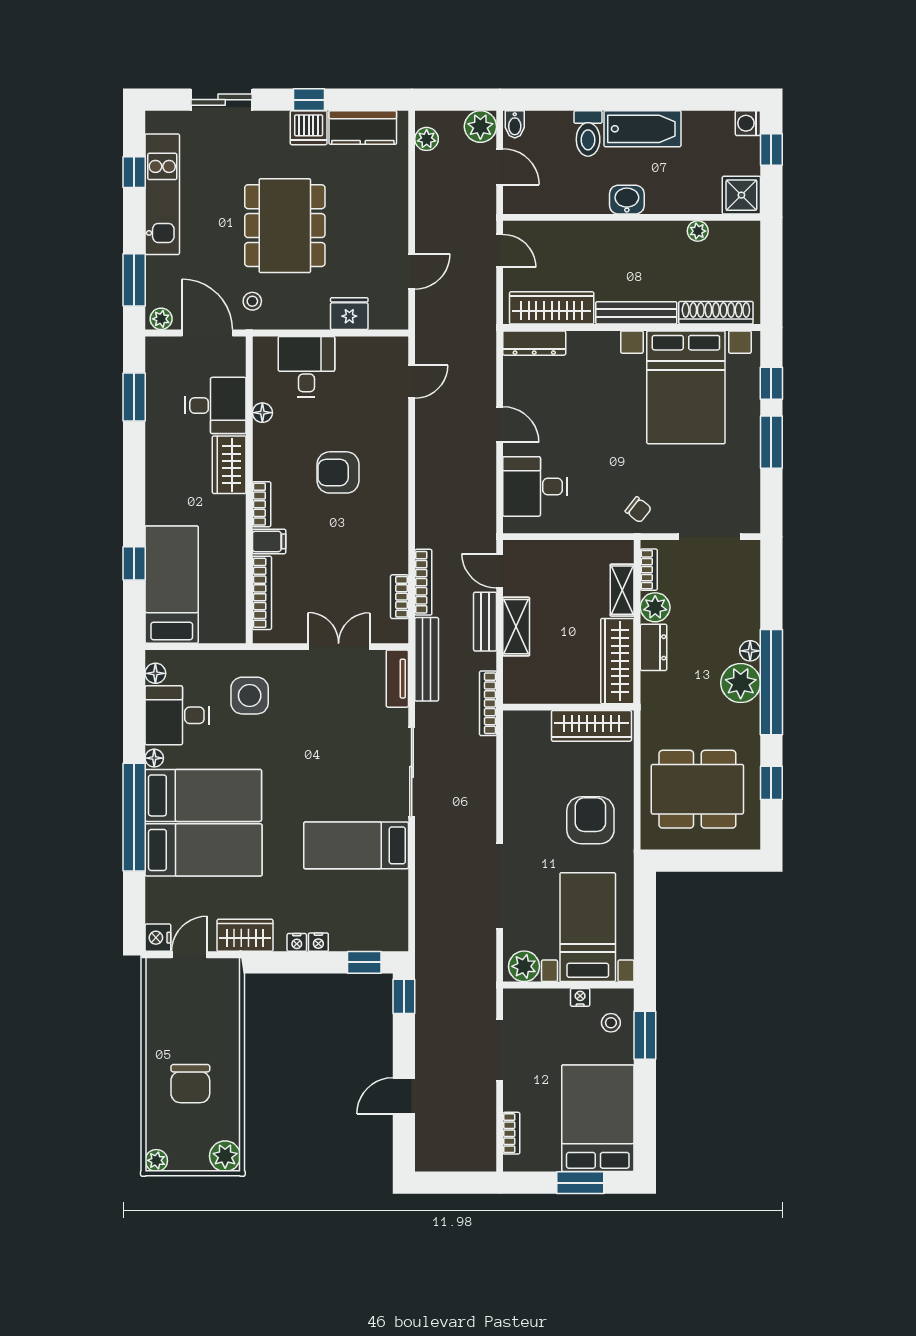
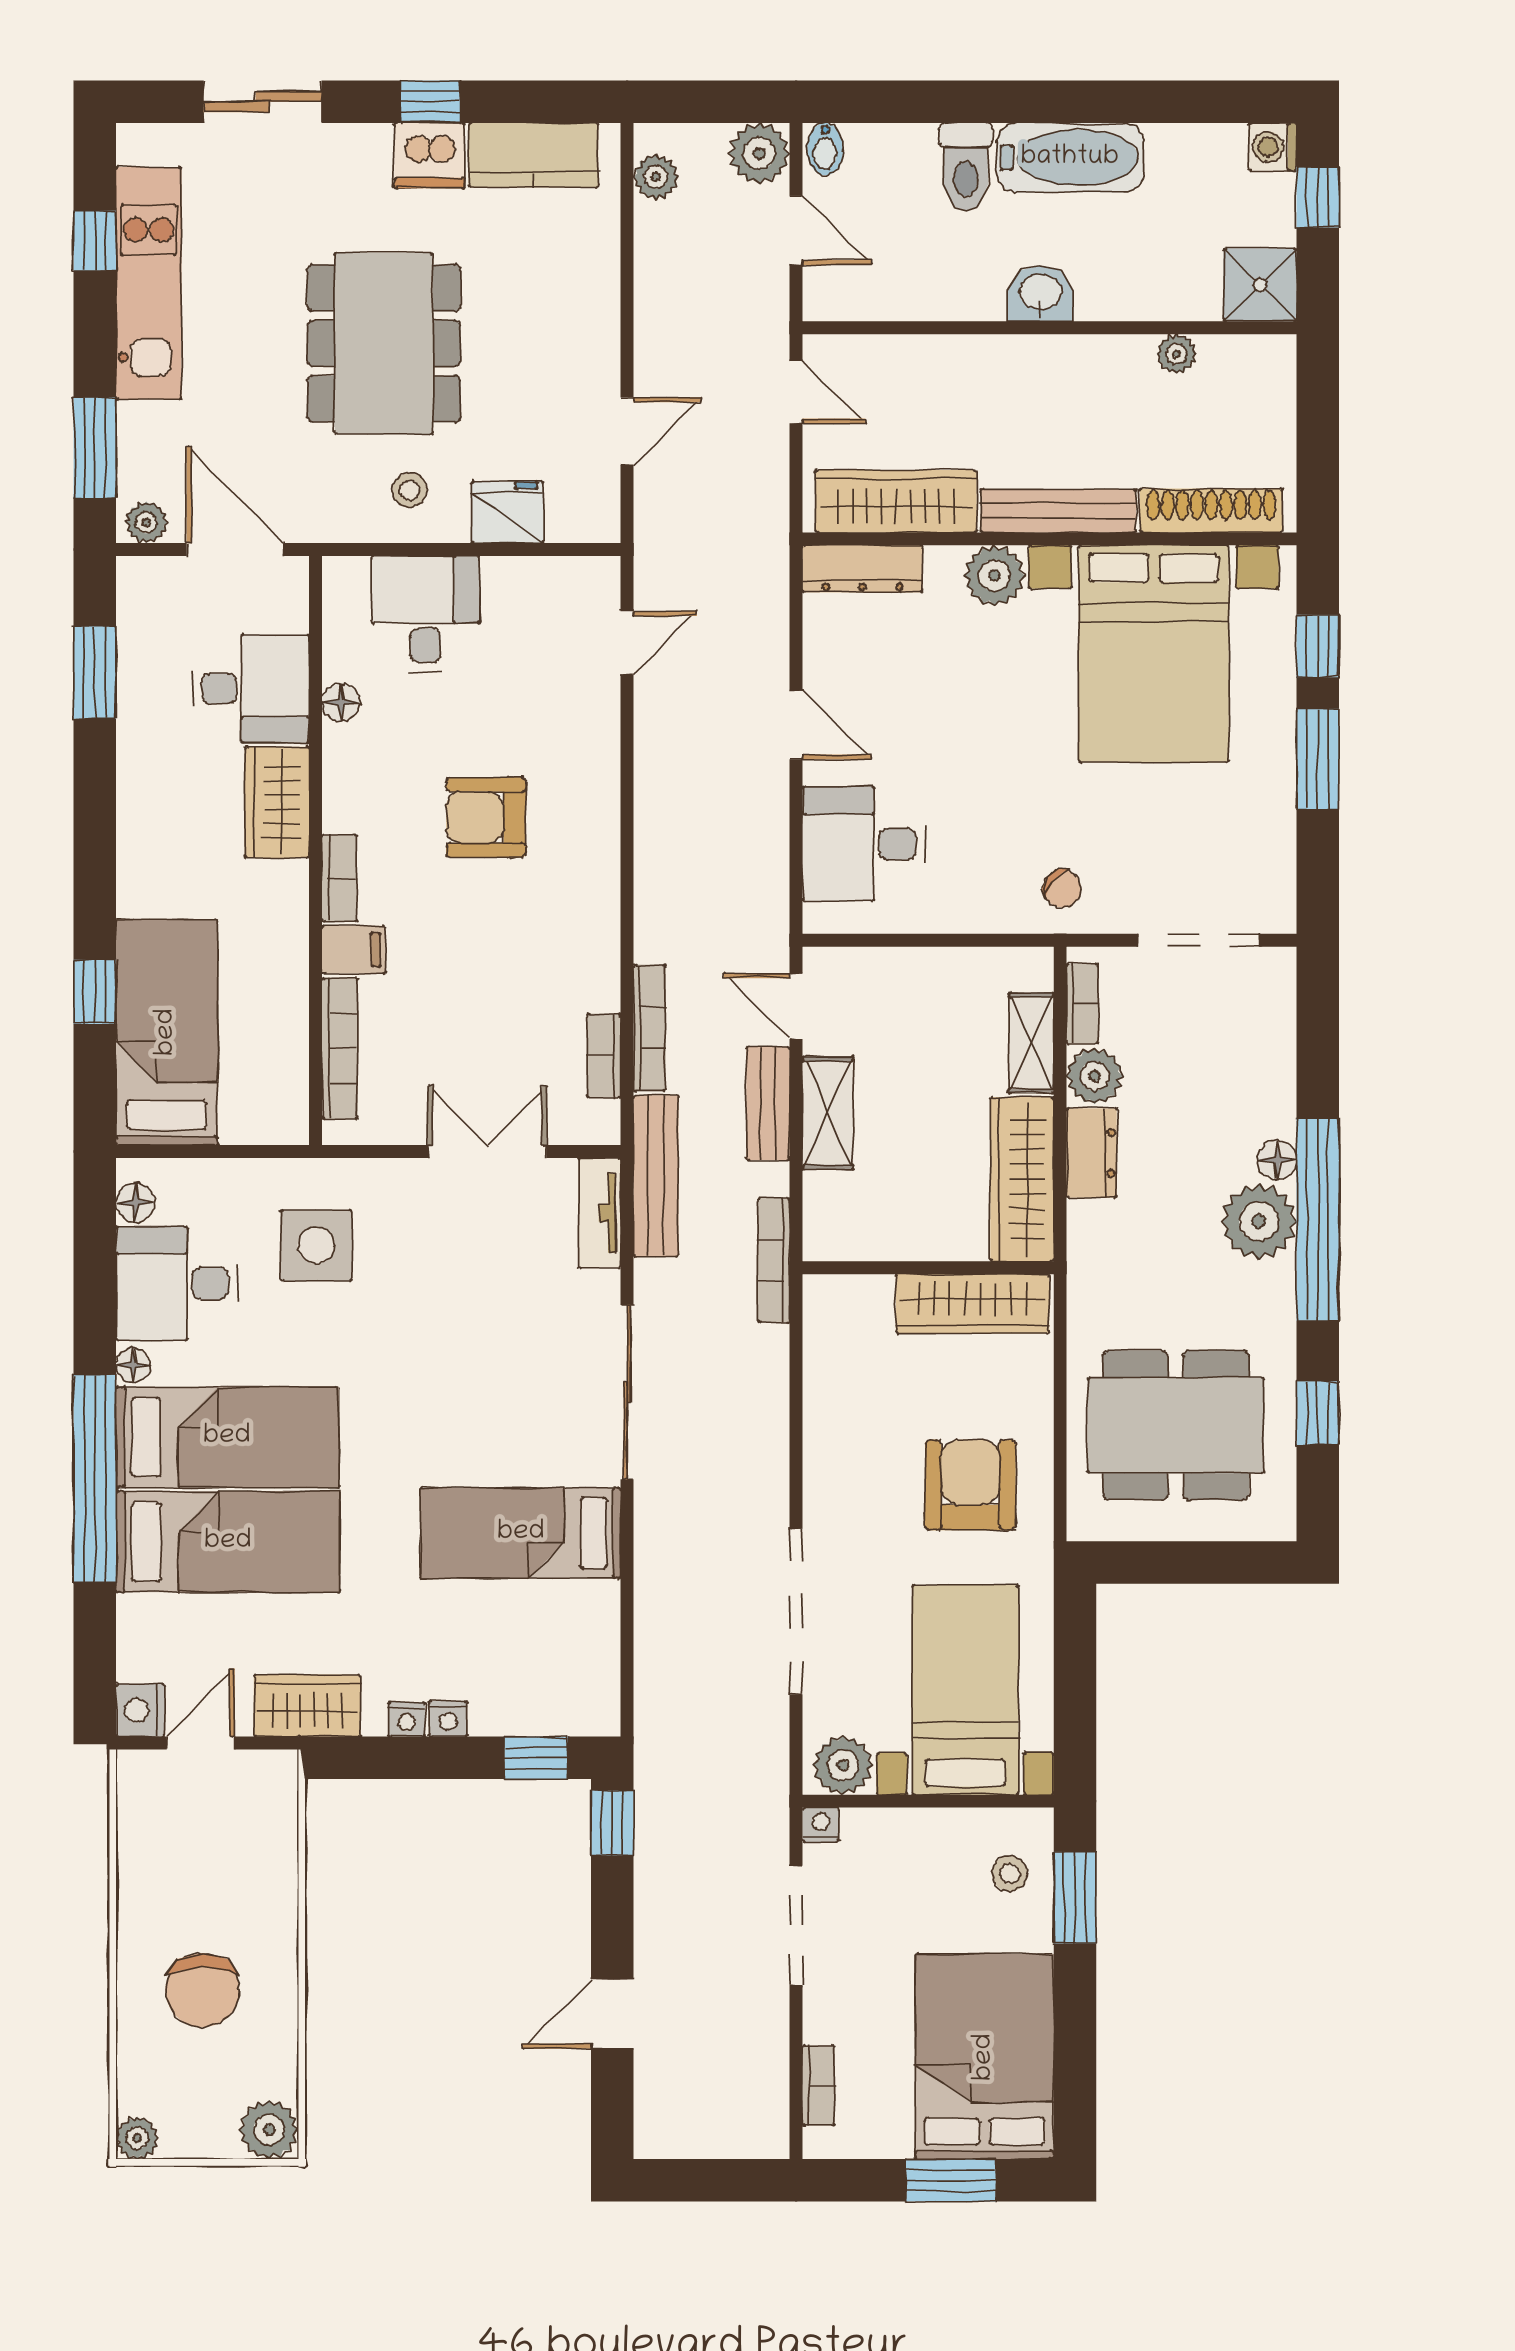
stool: (252, 301) -> (410, 490), moved
plant: (603, 347) -> (994, 576), added
nightstand: (580, 997) -> (821, 1825), moved

